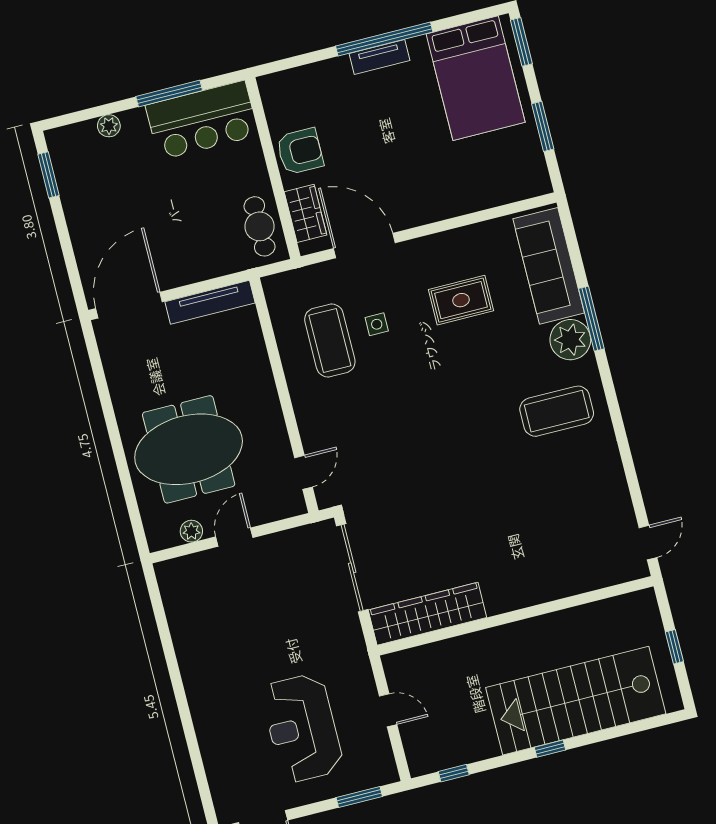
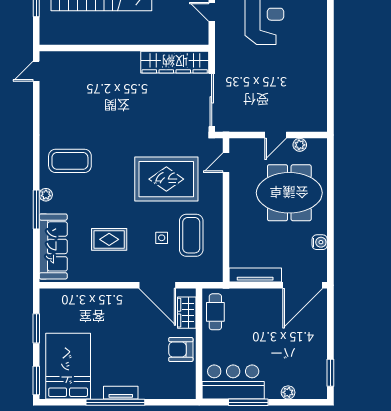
plant: (570, 340) -> (46, 195), width x0.53, depth x0.53
water cooler: (119, 382) -> (320, 242), added
rug: (393, 421) -> (166, 179), added

